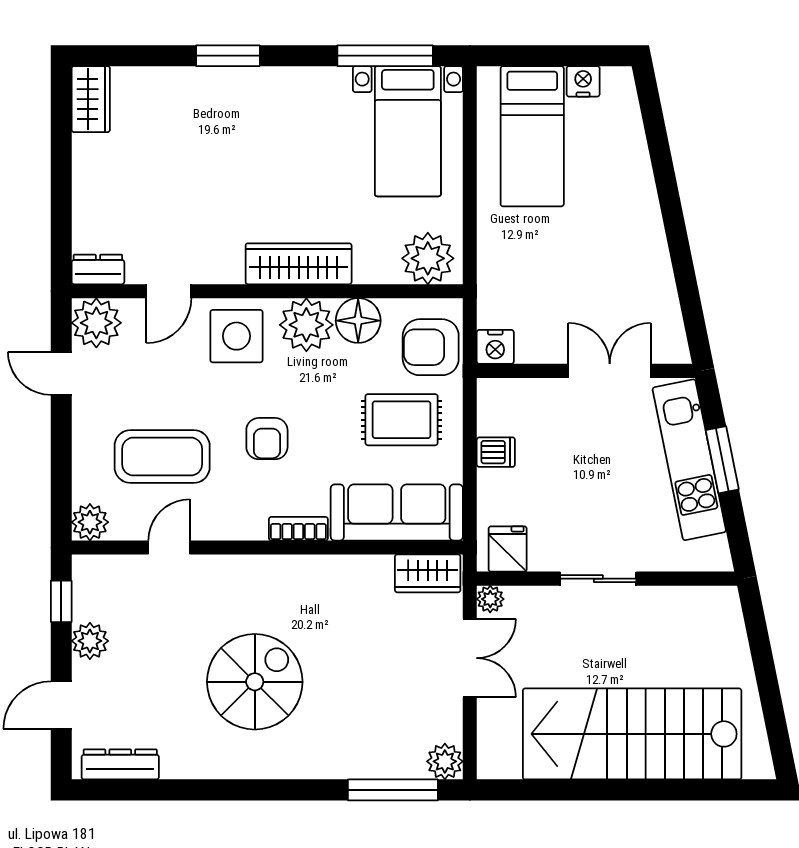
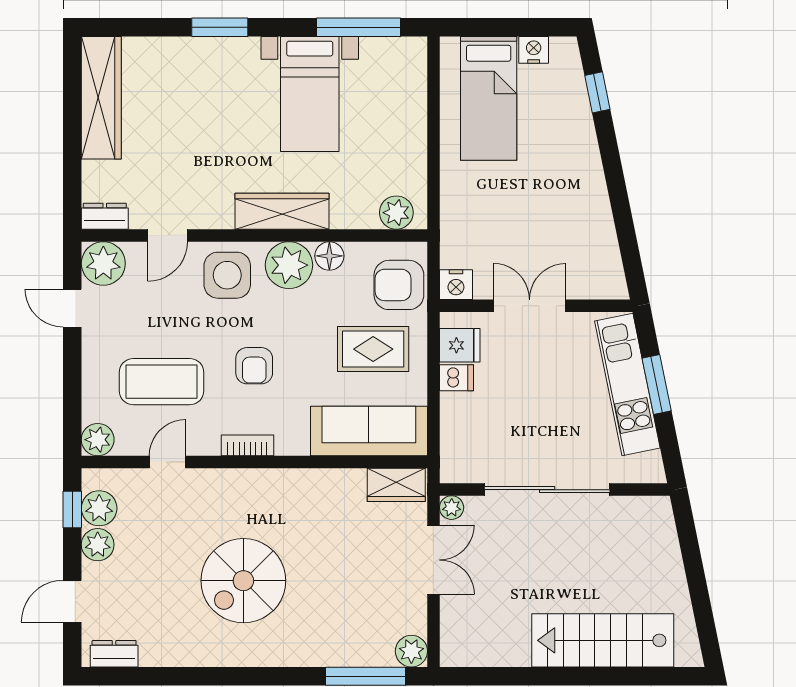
wardrobe: (91, 99) -> (101, 98), width x2.10, depth x1.17
window: (655, 129) -> (597, 92), added
bed with nightstands: (408, 131) -> (310, 94), moved
plant: (428, 258) -> (396, 213), width x0.73, depth x0.73
floor lamp: (358, 321) -> (329, 256), width x0.73, depth x0.73
double door: (610, 371) -> (530, 306), moved
bookcase: (298, 529) -> (247, 445), moved
fridge: (508, 549) -> (460, 345), moved, turned 90
sliding door: (598, 579) -> (547, 490), width x1.86
plant: (92, 600) -> (99, 508), added
spiral stairs: (255, 682) -> (243, 581), turned 180
stairs: (632, 734) -> (603, 640), width x0.73, depth x0.66
dresser: (120, 764) -> (114, 654), width x0.70

